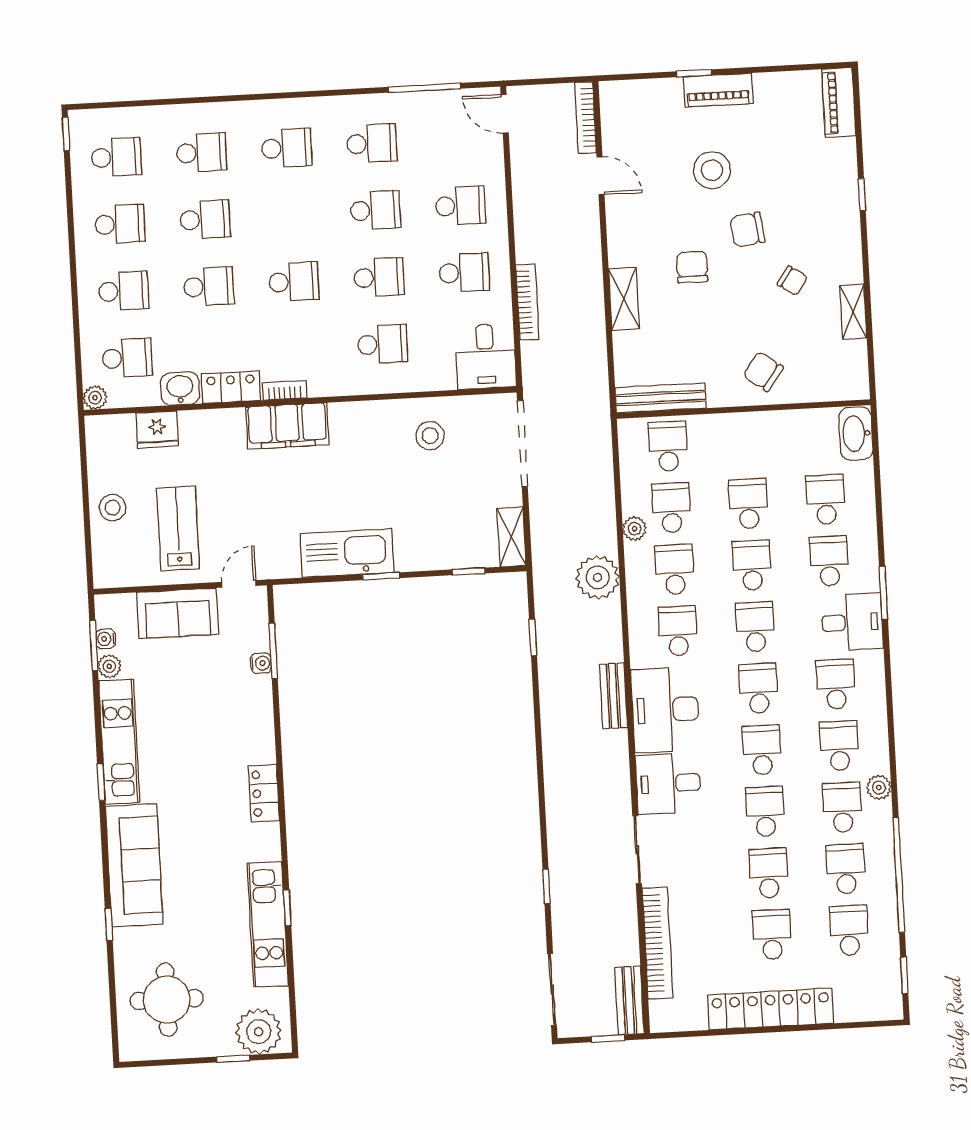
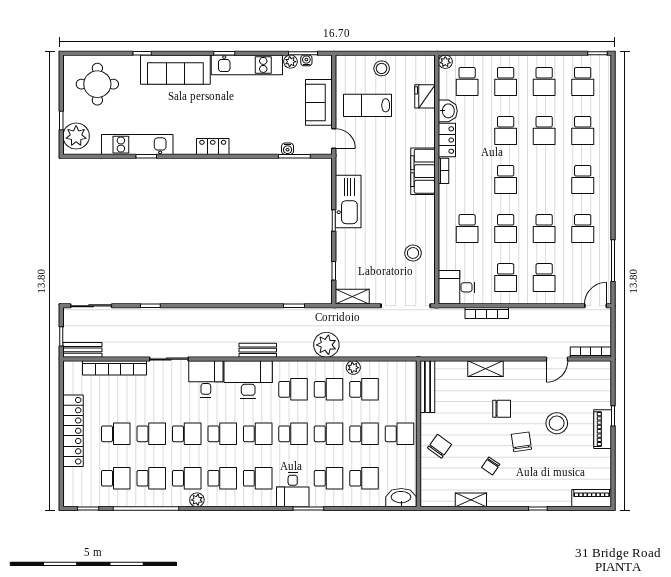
school desk: (668, 446) -> (399, 434), moved
lab bench: (178, 529) -> (368, 105), turned 180

